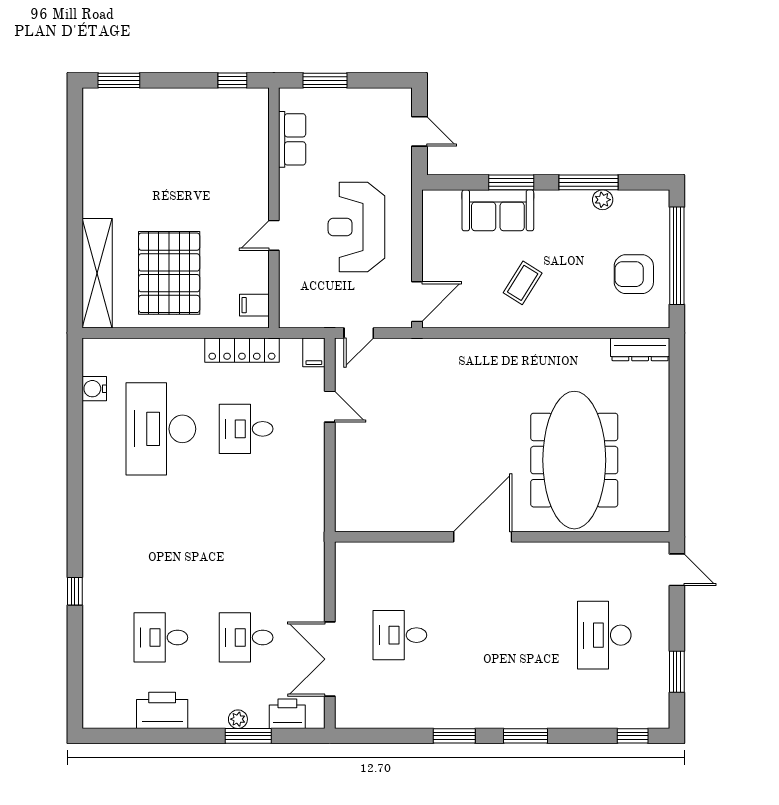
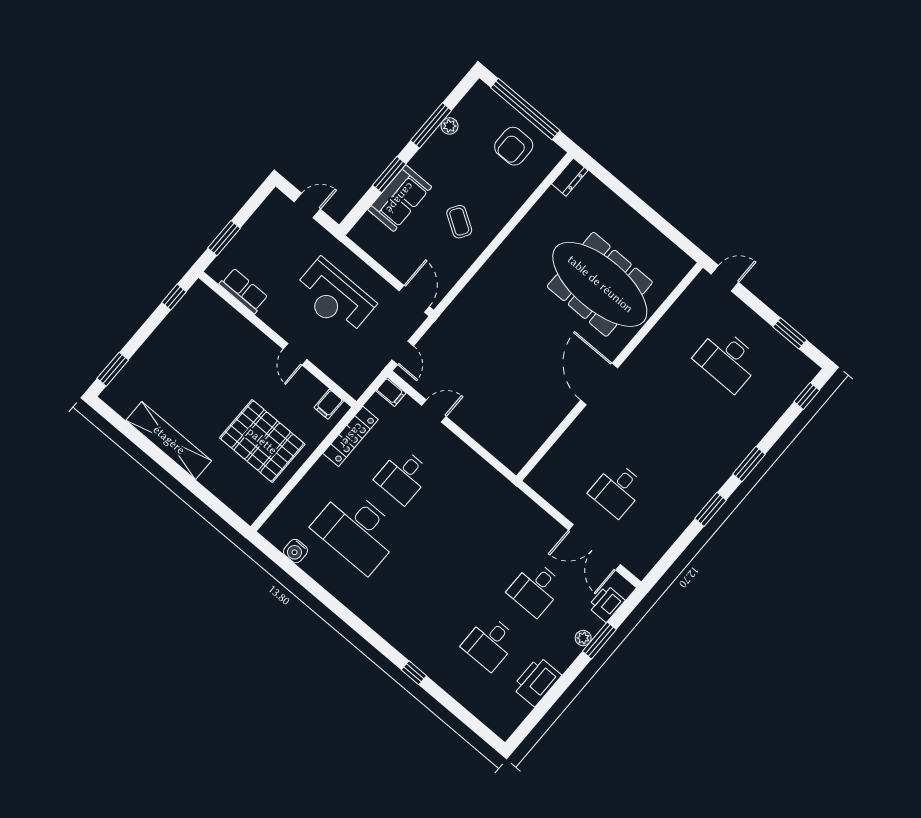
shelving: (97, 273) -> (169, 440), moved
dresser: (640, 349) -> (570, 177), width x0.70

